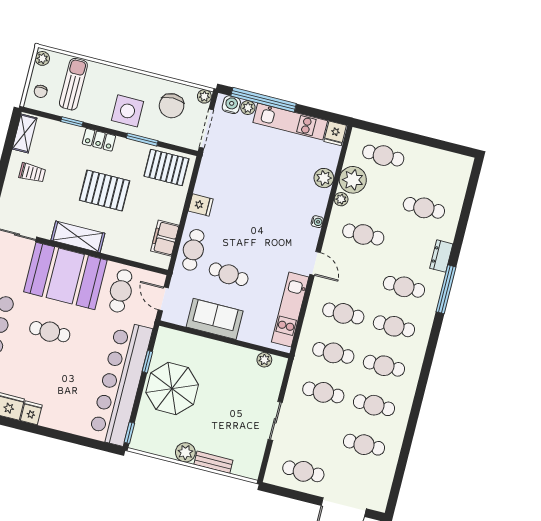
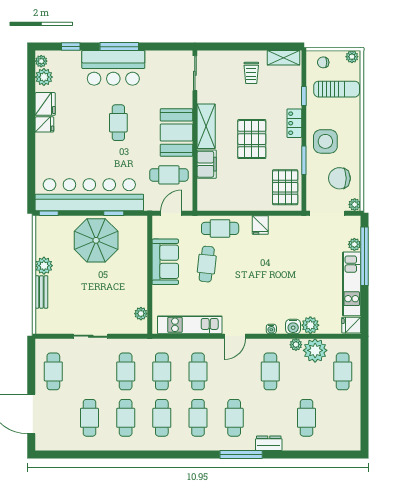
water cooler: (231, 105) -> (293, 327), moved, turned 90
filing cabinet: (165, 238) -> (207, 164), moved, turned 90
booth: (65, 276) -> (176, 133), width x0.73, depth x0.70

